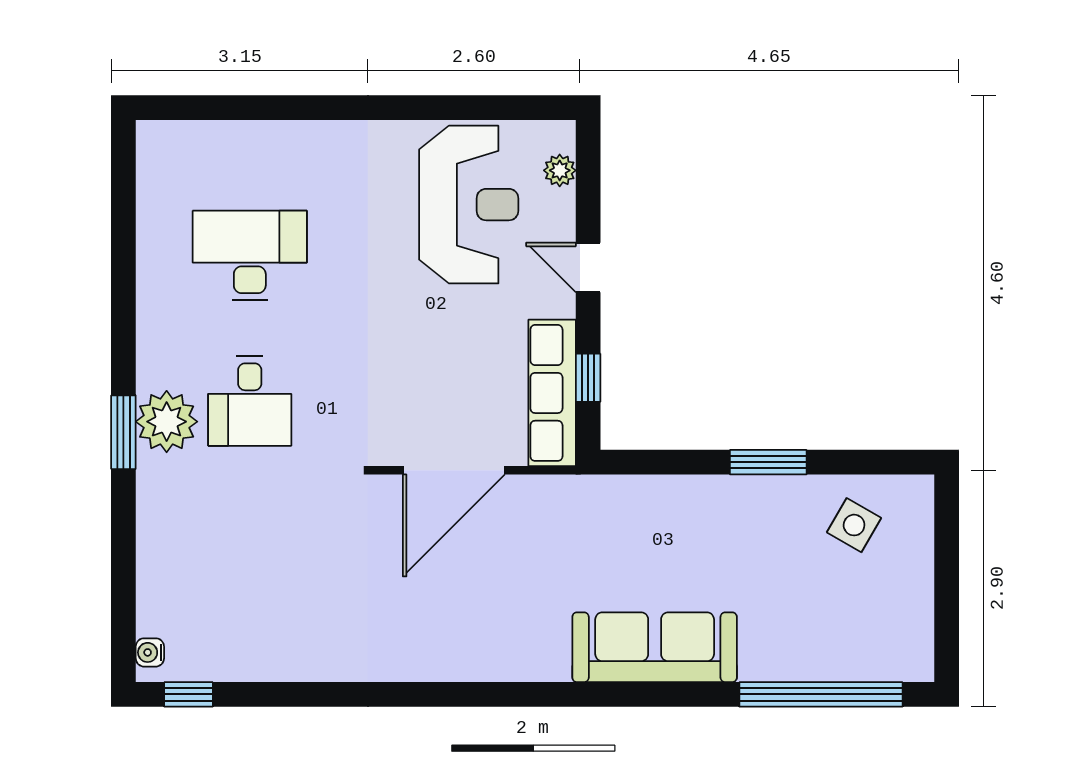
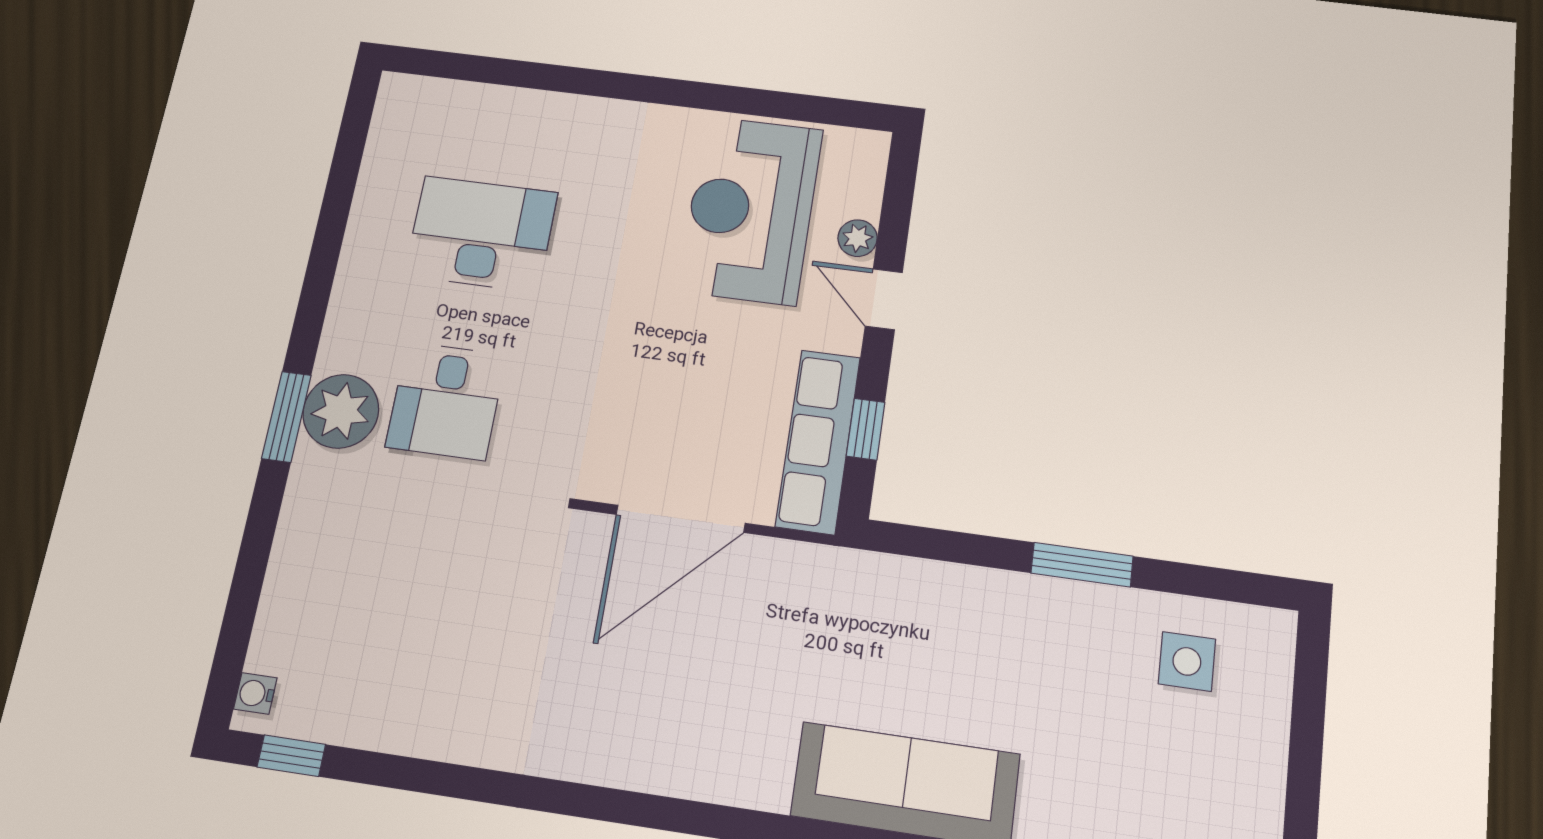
plant: (560, 170) -> (858, 238), moved
reception desk: (469, 205) -> (751, 210), turned 180
side table: (854, 525) -> (1187, 661), turned -30

